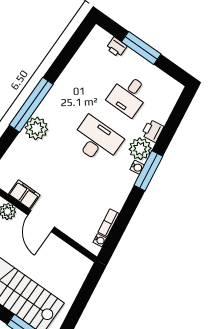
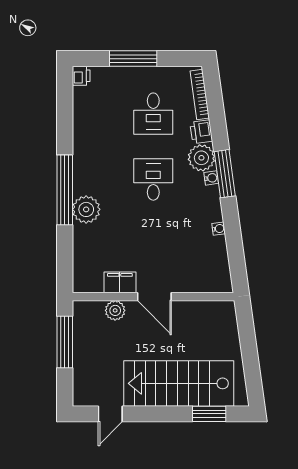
printer: (116, 47) -> (81, 76), moved, turned -90
desk: (97, 140) -> (153, 179), width x0.73
bookcase: (109, 223) -> (200, 94), moved, width x1.56
water cooler: (100, 240) -> (219, 229), moved

